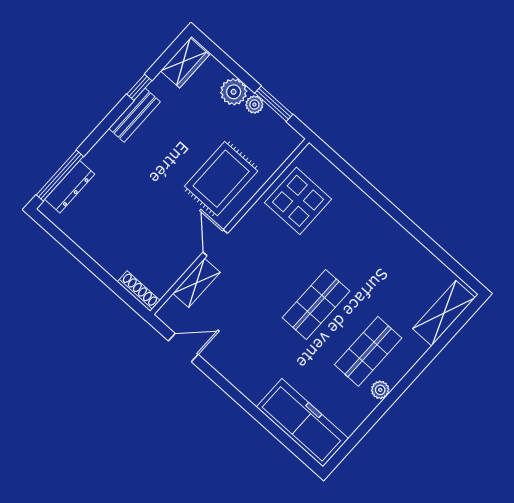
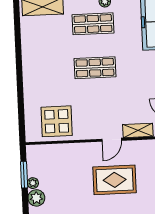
rug: (221, 179) -> (115, 180), moved

